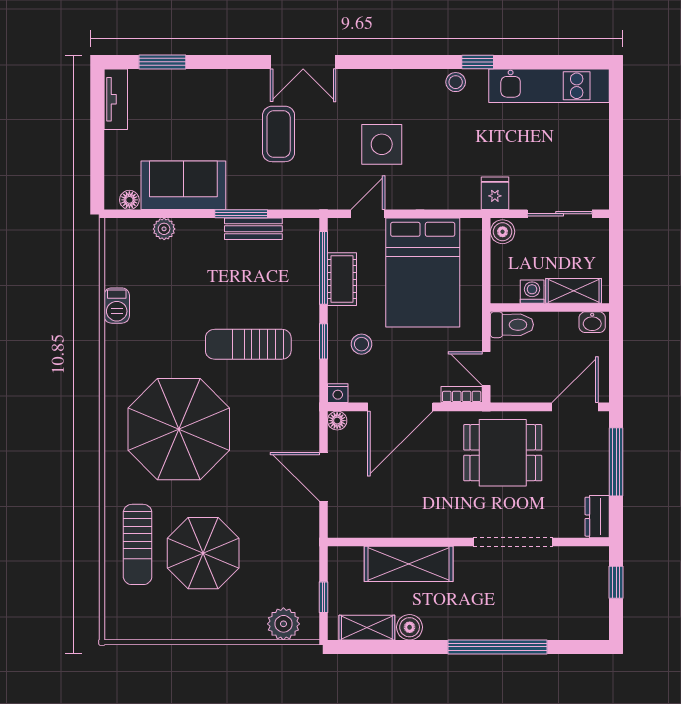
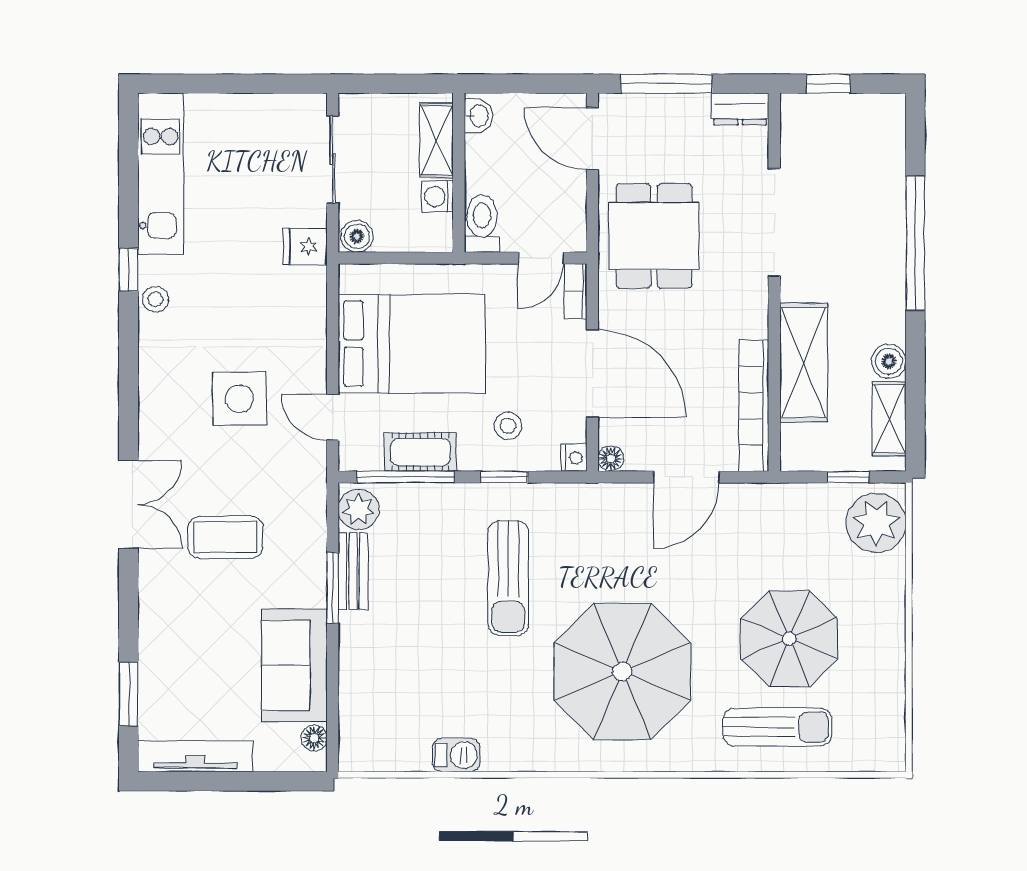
tv unit: (116, 99) -> (195, 756), width x1.41
plant: (164, 229) -> (359, 509), moved, width x1.38, depth x1.38
bookcase: (376, 527) -> (754, 406), added
plant: (283, 624) -> (876, 523), width x1.36, depth x1.36

